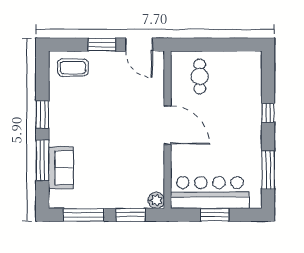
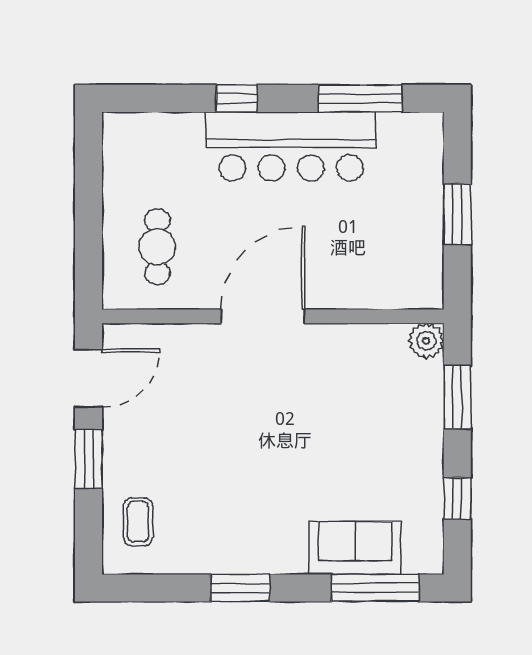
coffee table: (73, 68) -> (138, 522), width x0.73, depth x0.77
cafe table: (200, 76) -> (157, 247), turned 90
window: (42, 160) -> (375, 588), moved
bar counter: (210, 193) -> (291, 146), moved, turned -90
window: (84, 215) -> (457, 498), width x0.46

